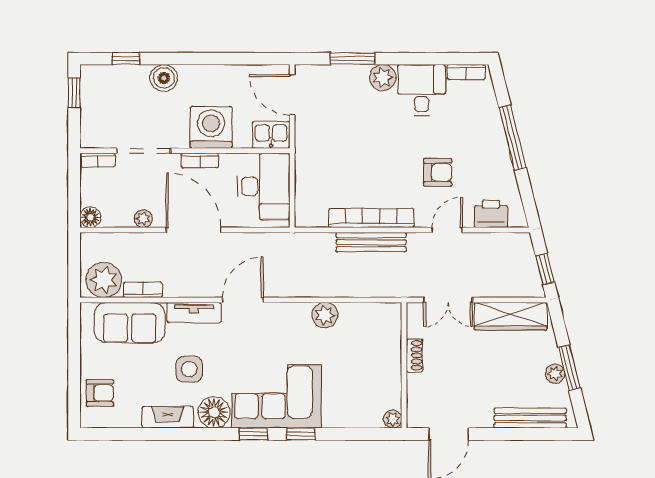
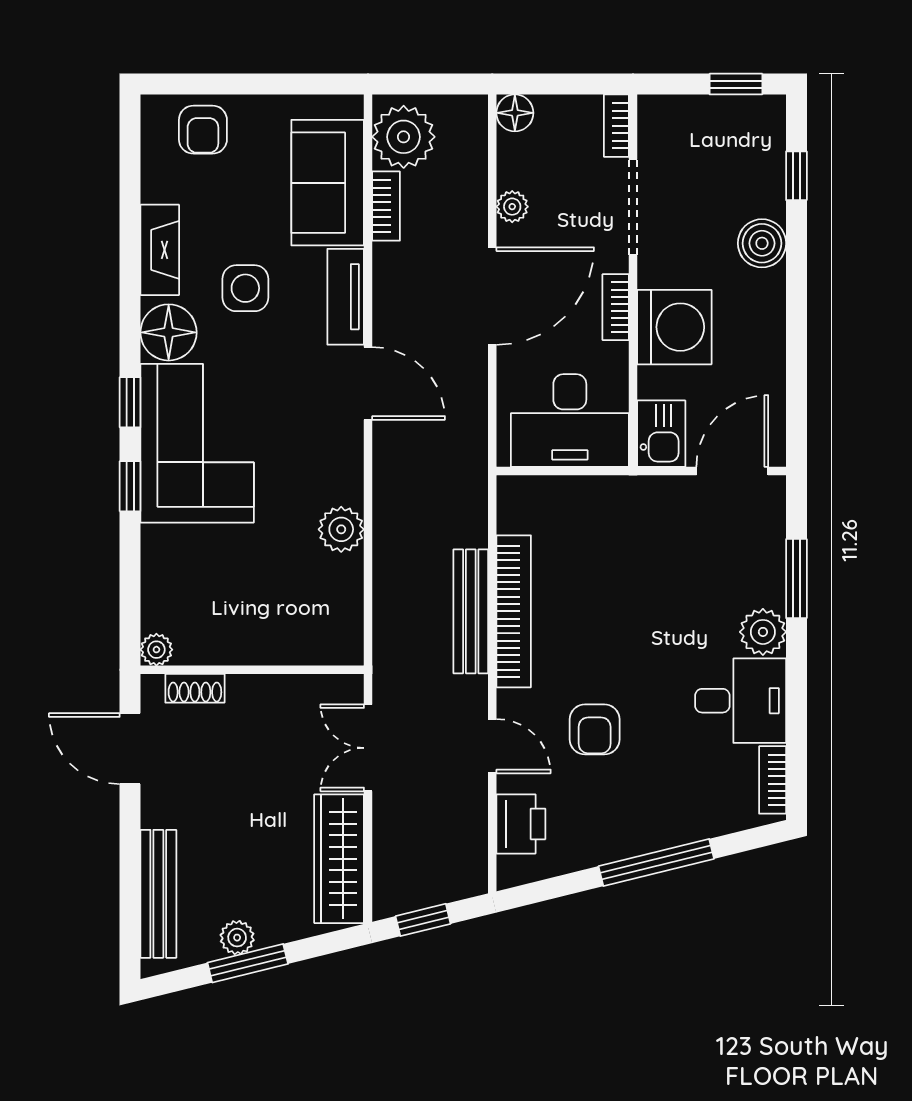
shoe rack: (414, 355) -> (195, 688), moved

